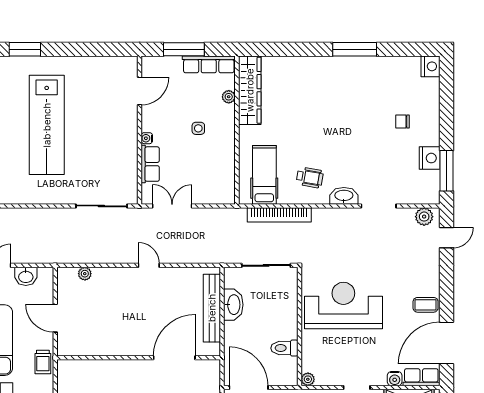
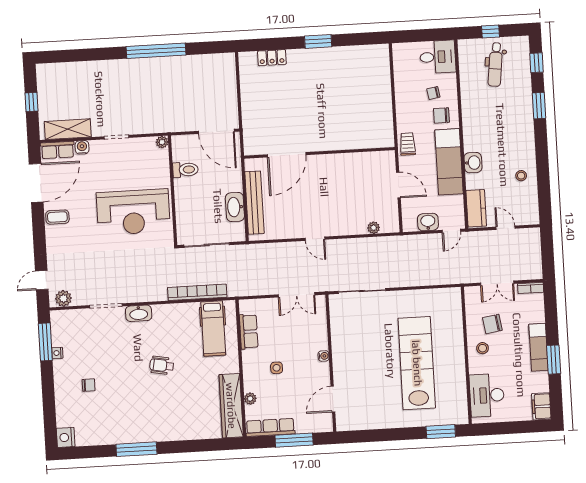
nightstand: (430, 158) -> (57, 353), width x0.53, depth x0.56
row of seats: (150, 164) -> (249, 332), moved, turned 180
wheelchair: (310, 177) -> (162, 365), moved

